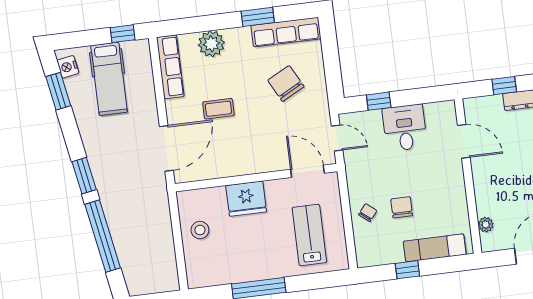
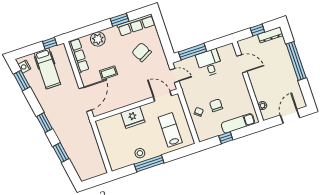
window: (379, 101) -> (193, 52), width x2.17
stool: (200, 230) -> (140, 153), moved
window: (103, 236) -> (61, 153), width x0.47

